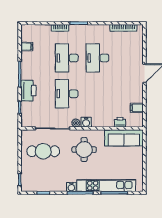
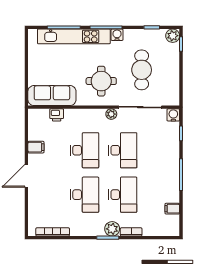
plant: (75, 30) -> (112, 229), added
printer: (28, 91) -> (170, 154), removed
desk: (97, 94) -> (85, 150), added
filing cabinet: (137, 108) -> (36, 147), moved
water cooler: (86, 122) -> (173, 115), moved
cafe table: (43, 151) -> (142, 70), moved, turned 90
plant: (26, 186) -> (173, 36), added

